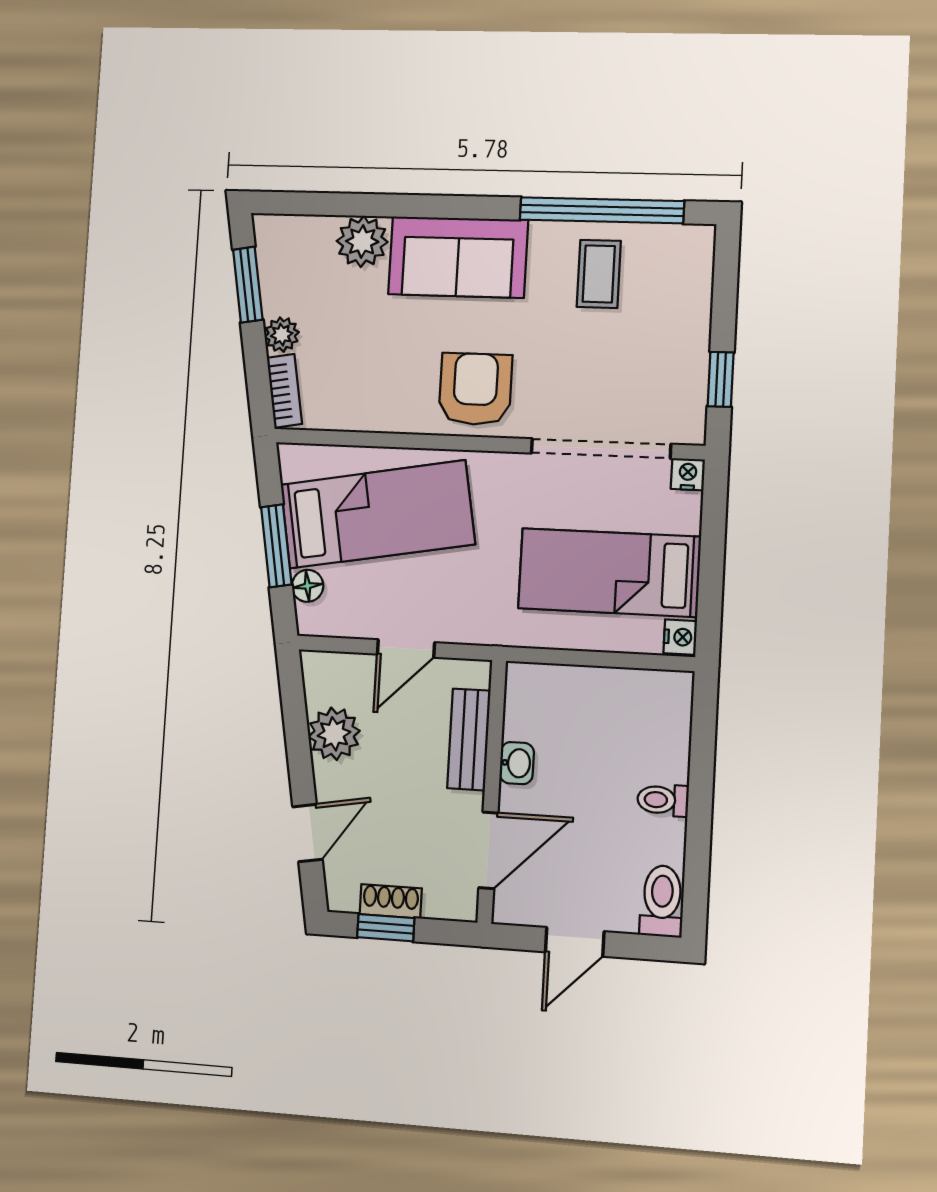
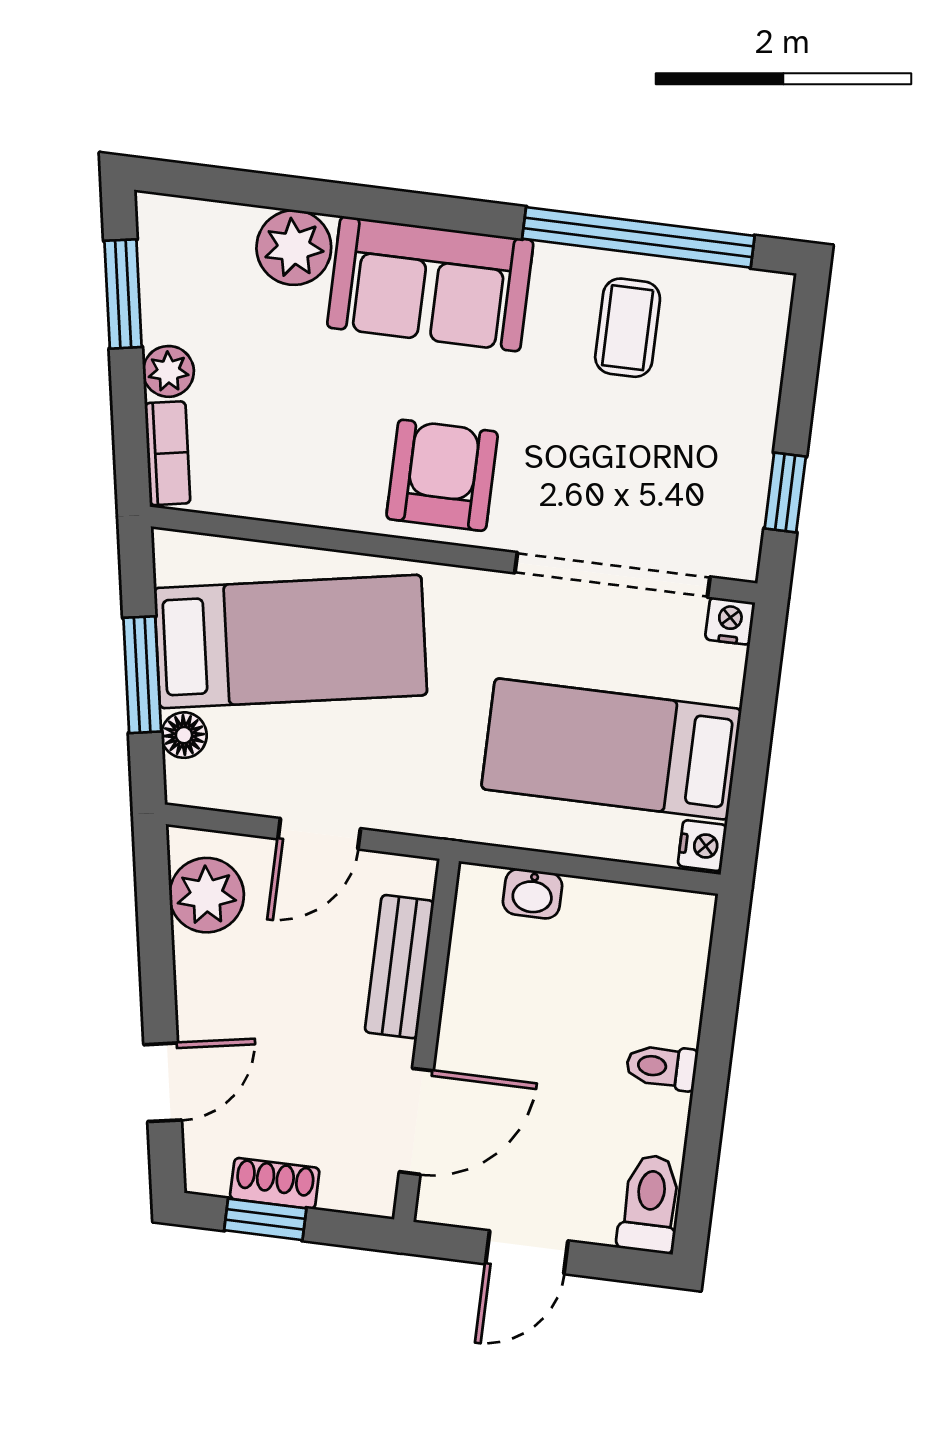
plant: (334, 734) -> (207, 895), moved
washbasin: (517, 763) -> (533, 894), moved, turned 90

